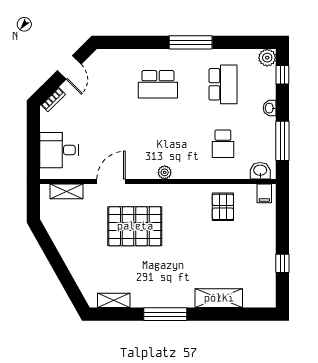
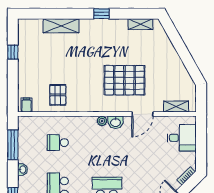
school desk: (223, 144) -> (58, 143), turned -90
washbasin: (260, 171) -> (116, 122), moved
window: (165, 314) -> (101, 14), width x0.46

